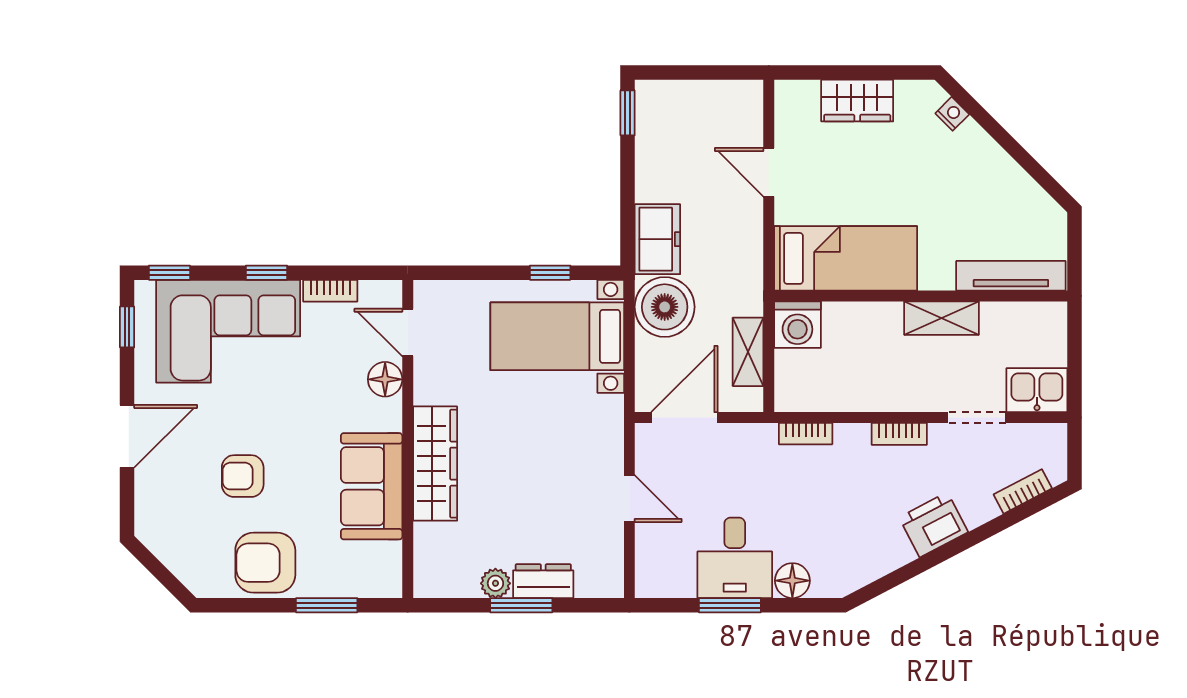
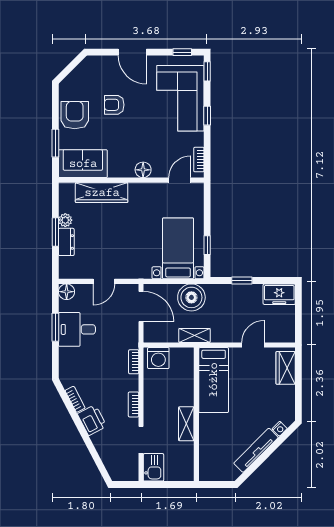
wardrobe: (857, 101) -> (286, 368), moved
window: (628, 113) -> (242, 280), moved
freezer: (657, 239) -> (279, 294), moved
tv unit: (1011, 276) -> (256, 450), moved, turned -135
bookcase: (330, 291) -> (199, 160), moved
washing machine: (797, 325) -> (158, 358), moved, turned -90
shelving: (748, 352) -> (194, 335), moved
floor lamp: (385, 379) -> (143, 170), moved
wardrobe: (435, 464) -> (102, 193), moved
armchair: (243, 476) -> (114, 105), turned -90
sofa: (372, 486) -> (83, 164), moved
bookcase: (1023, 491) -> (75, 399), moved
floor lamp: (792, 581) -> (67, 292), moved

